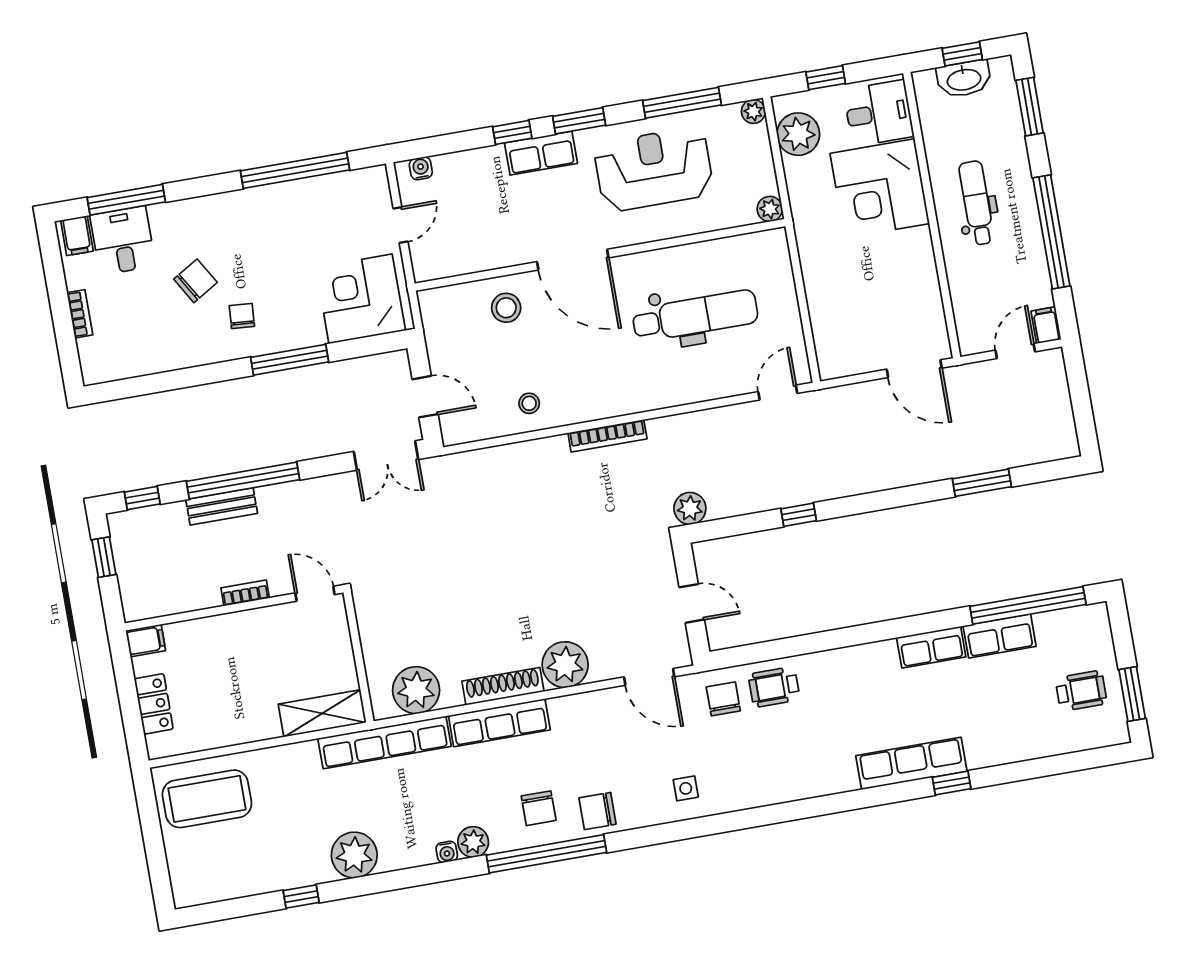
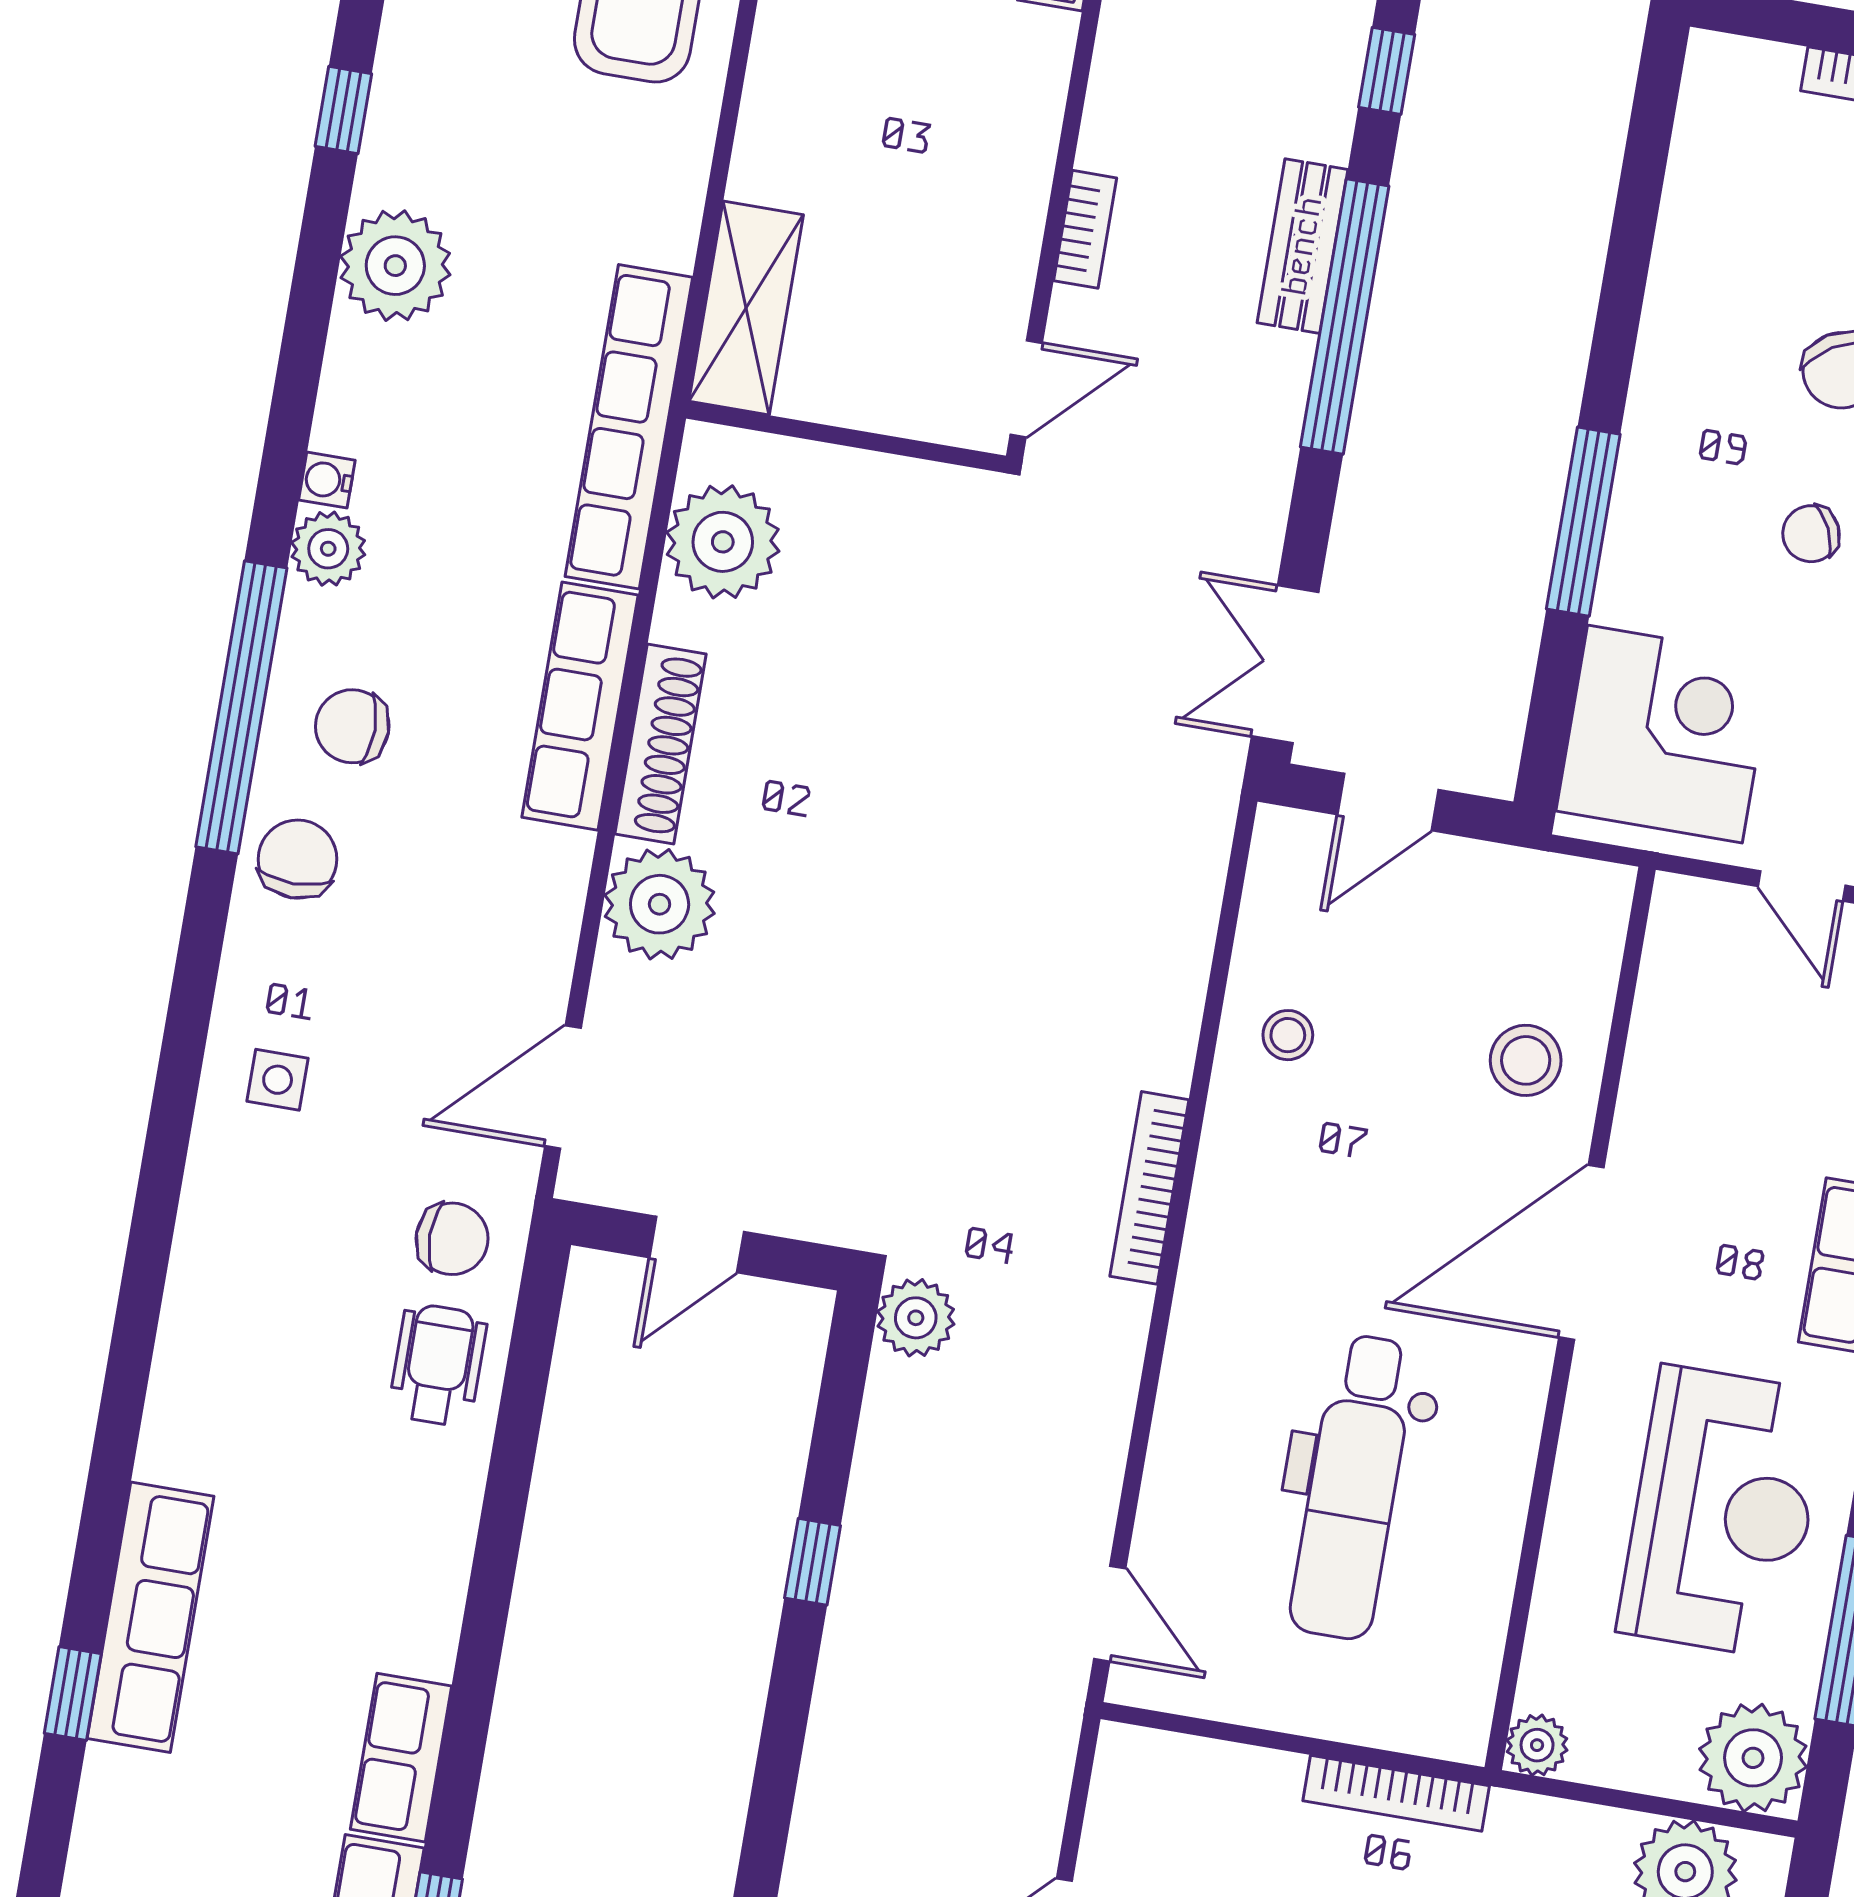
plant: (753, 111) -> (1753, 1758), width x1.87, depth x1.87
bookcase: (808, 257) -> (1396, 1793), added
chair: (242, 316) -> (1811, 534), moved, turned 151

